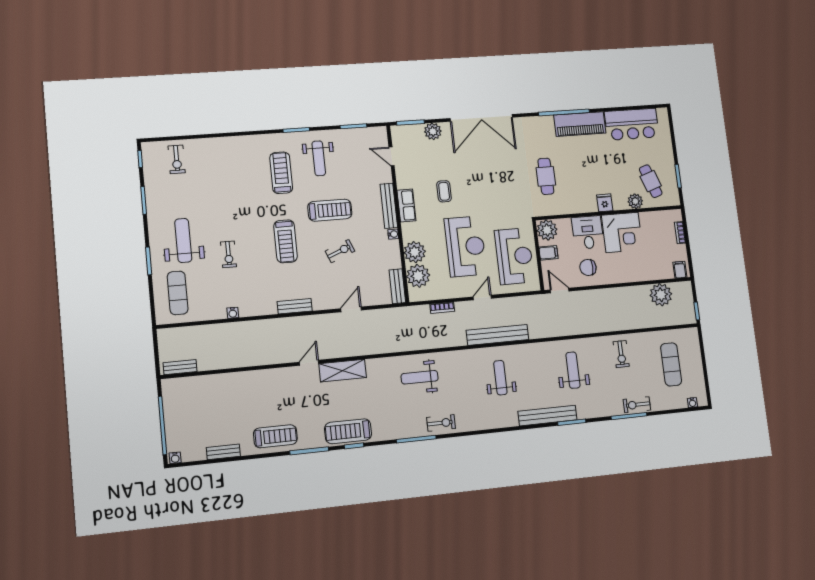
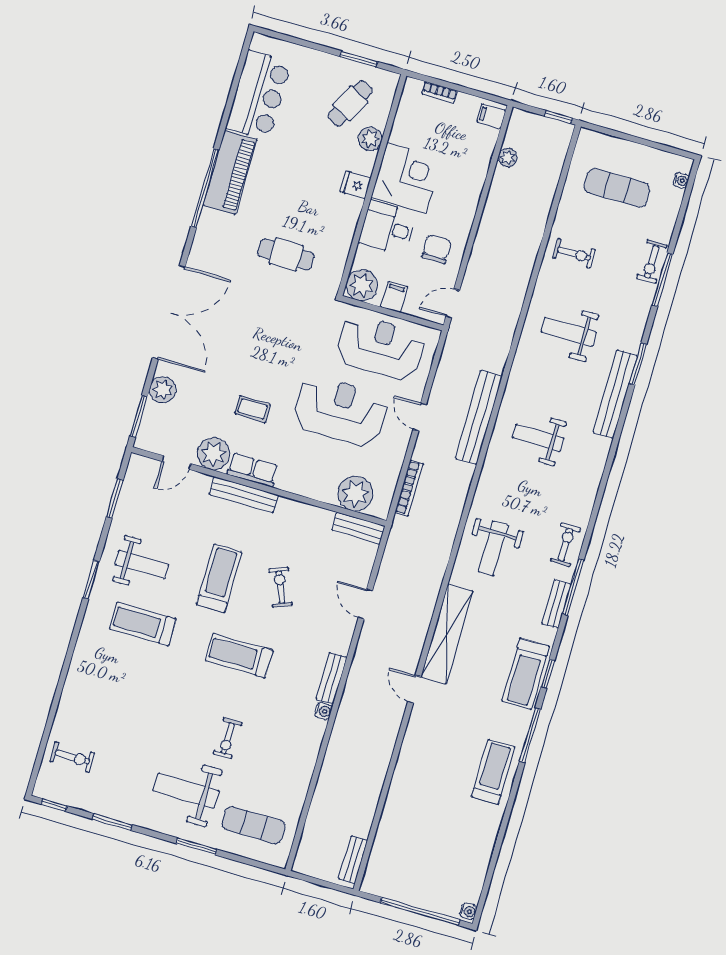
cafe table: (651, 181) -> (350, 103), turned -44
water cooler: (393, 234) -> (285, 505), removed
treadmill: (285, 241) -> (239, 655), turned 180
plant: (415, 252) -> (214, 454), moved
exercise bike: (229, 254) -> (228, 738), turned 90
chair: (588, 267) -> (436, 249), turned 180
plant: (661, 295) -> (507, 157), width x0.53, depth x0.53
bookcase: (442, 308) -> (409, 488), width x1.56
water cooler: (233, 313) -> (323, 711), moved
shelving: (343, 371) -> (447, 634), width x1.47
bench: (223, 452) -> (556, 604), moved

